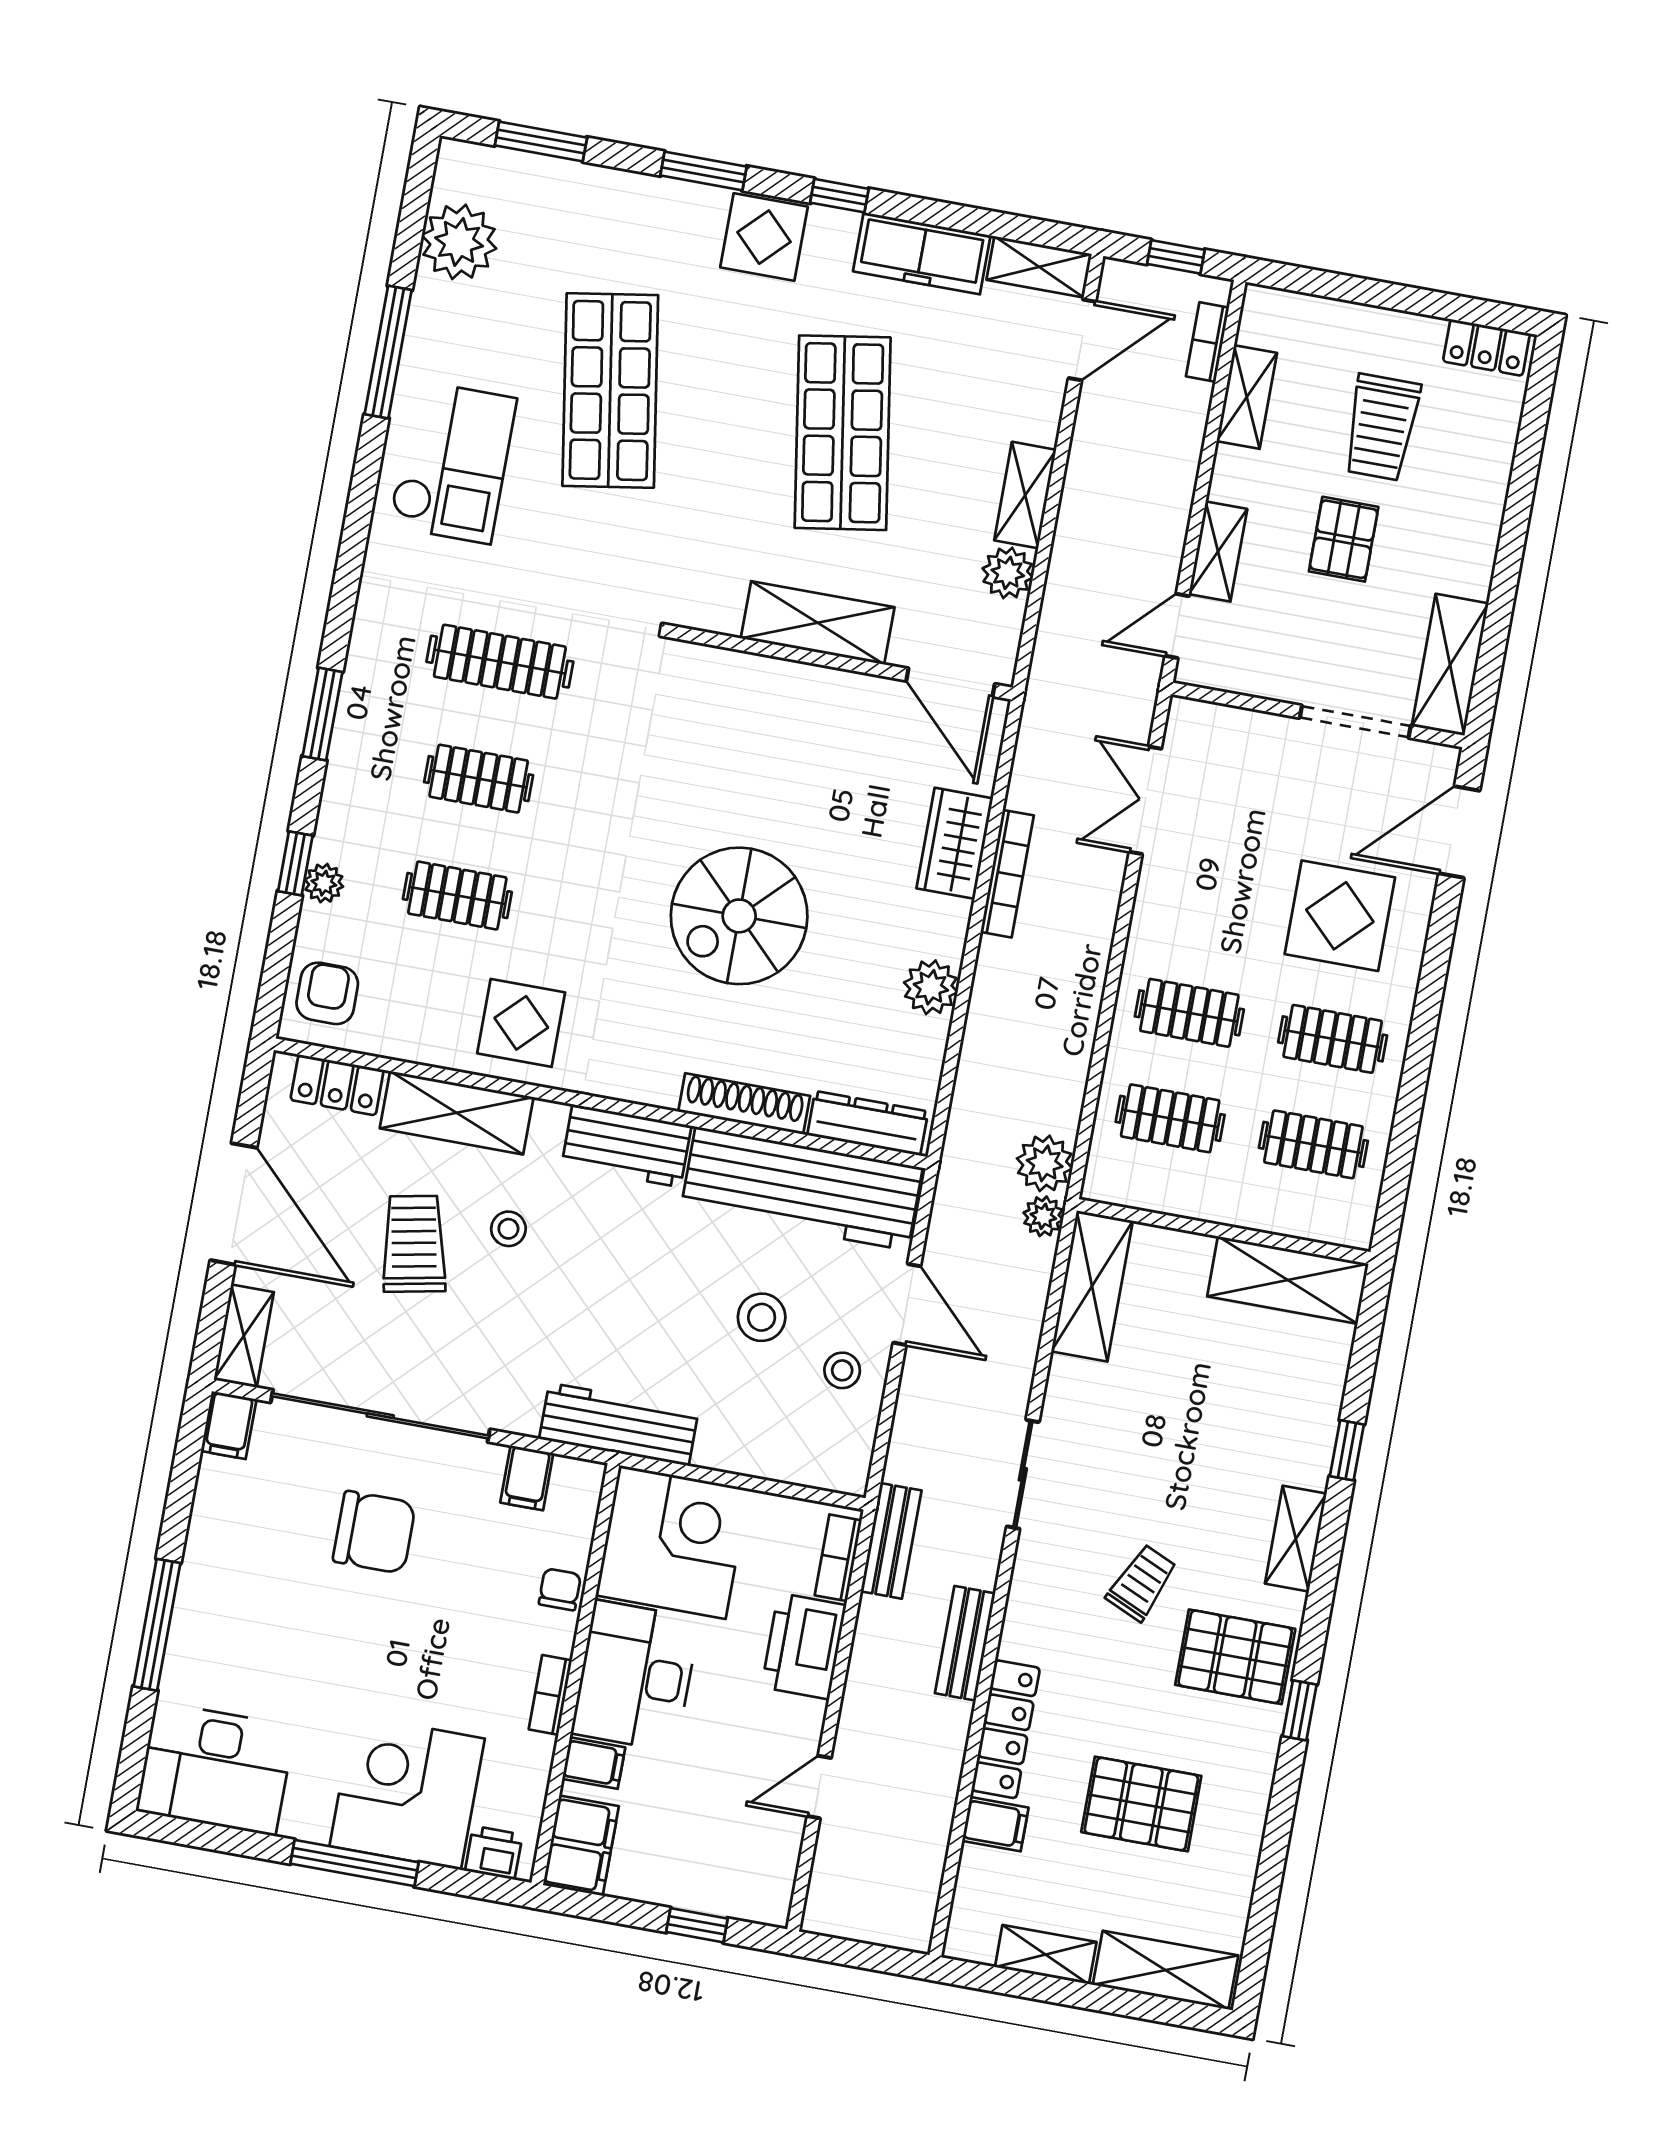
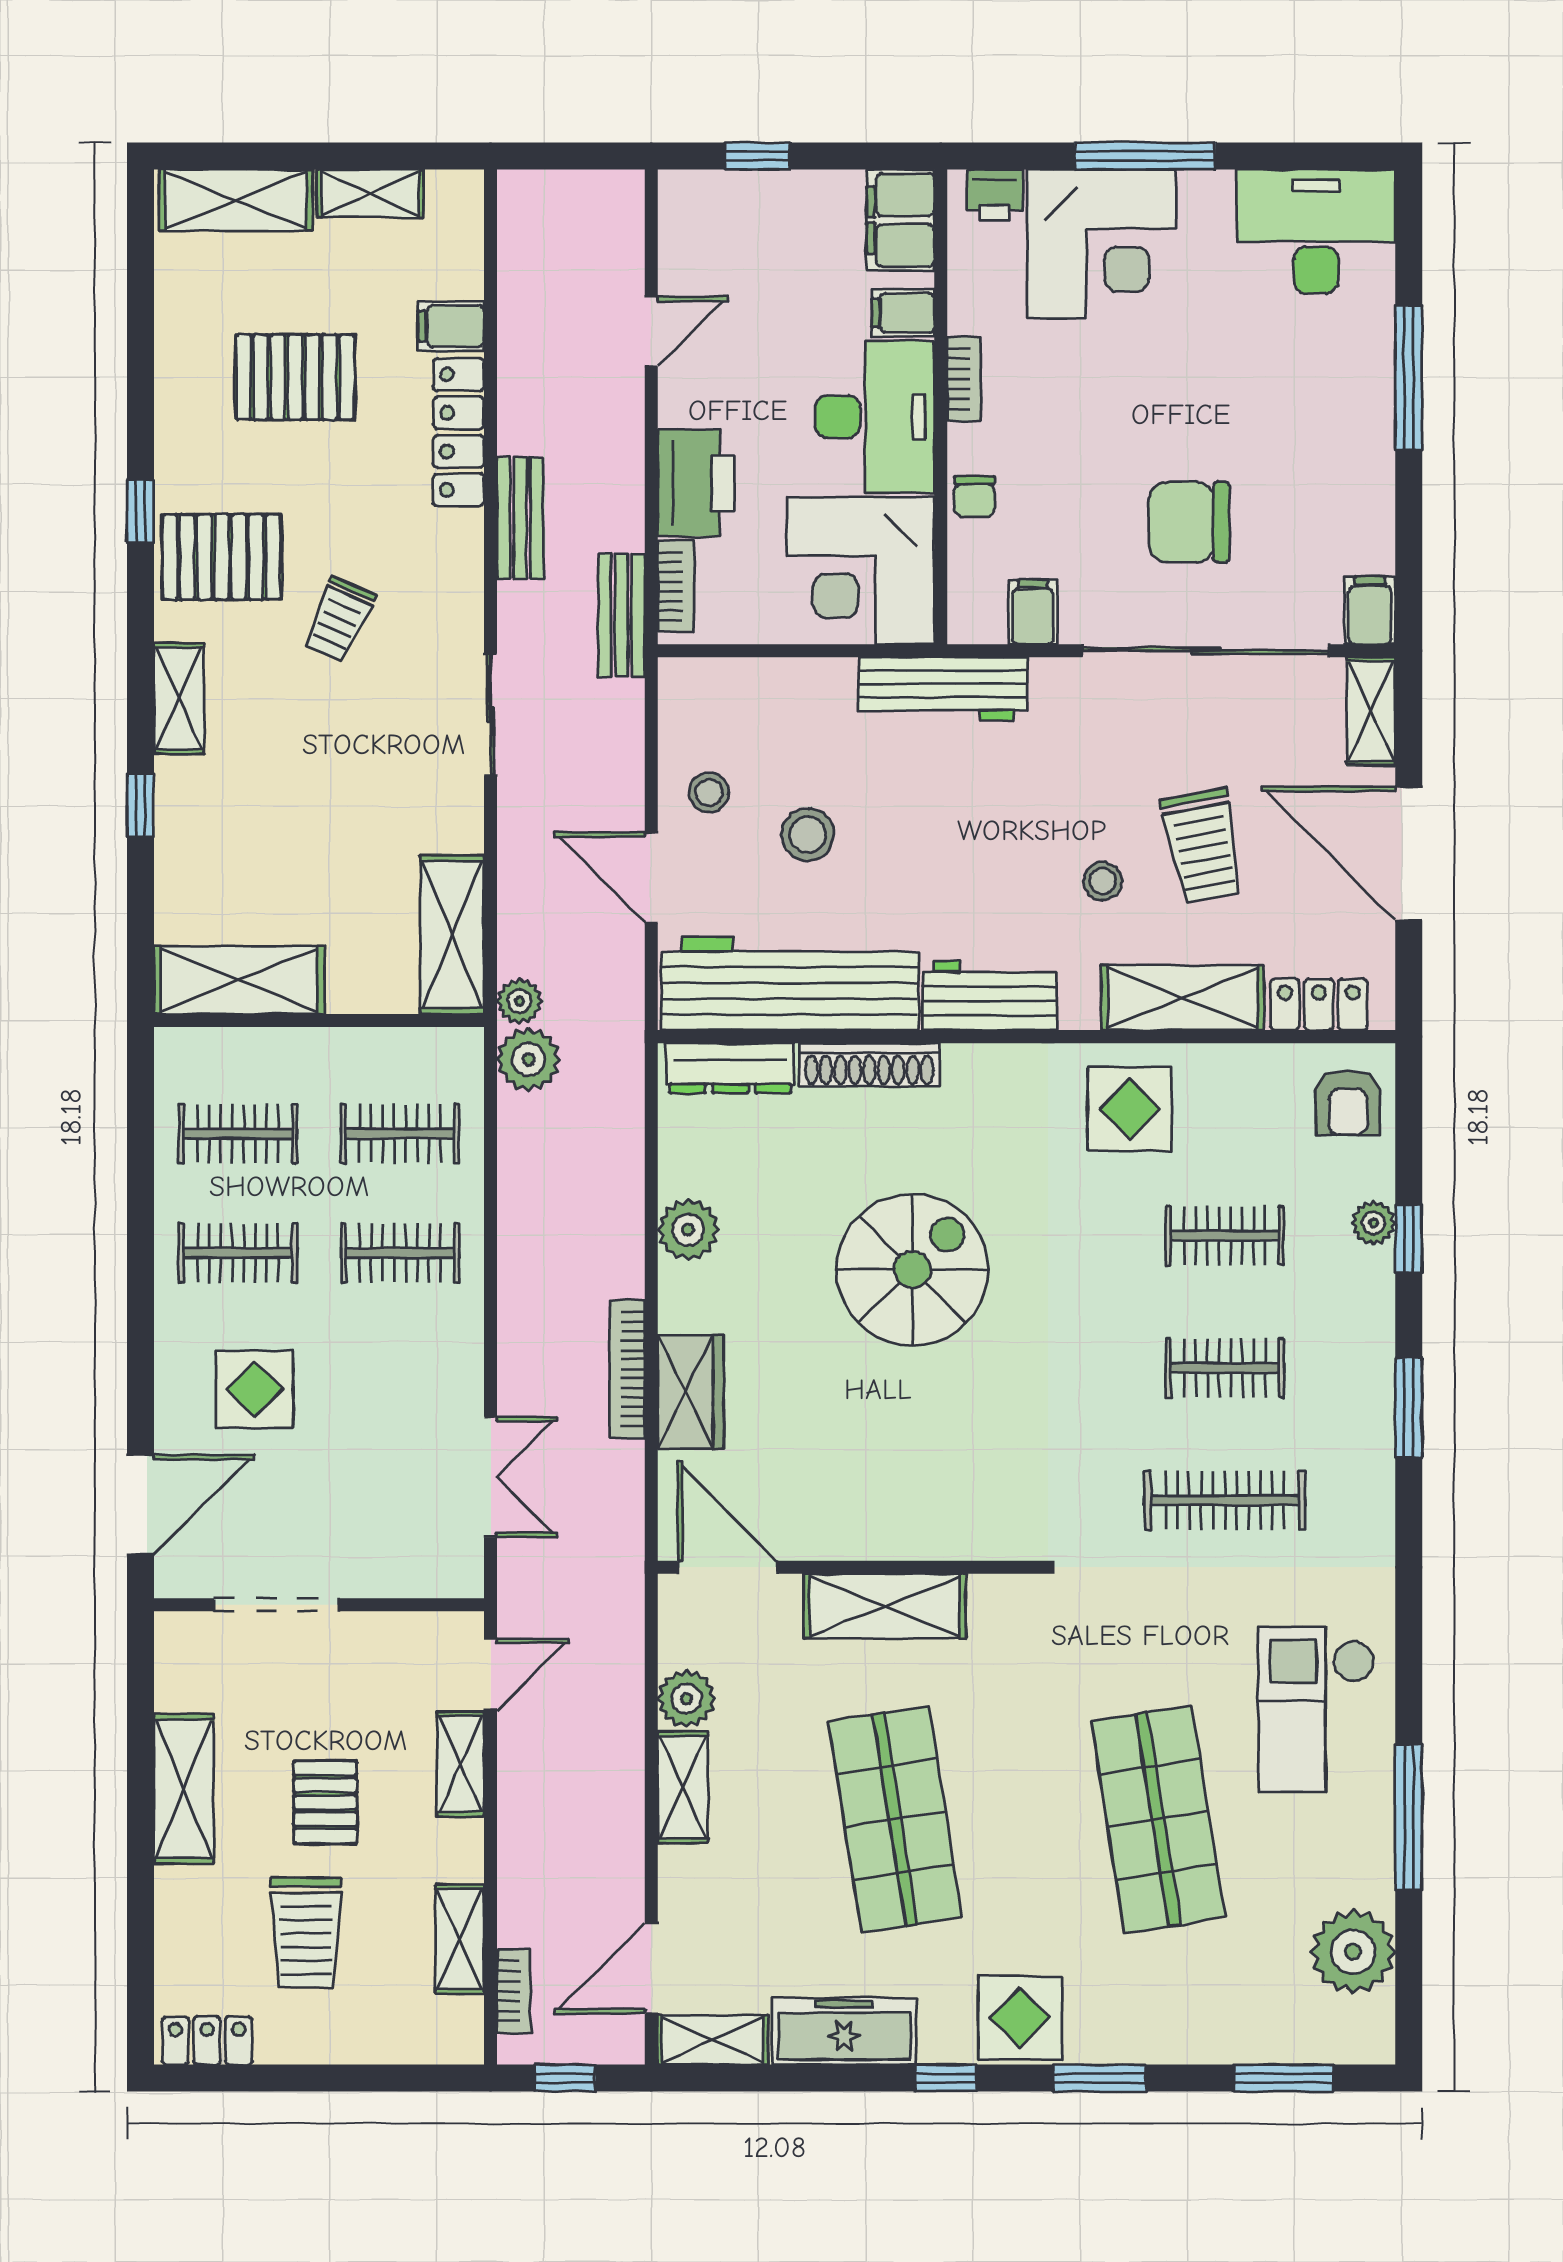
trolley: (1382, 427) -> (306, 1932), turned 180
shelving: (1450, 665) -> (184, 1789), moved
display table: (1340, 916) -> (254, 1389), width x0.73, depth x0.73

